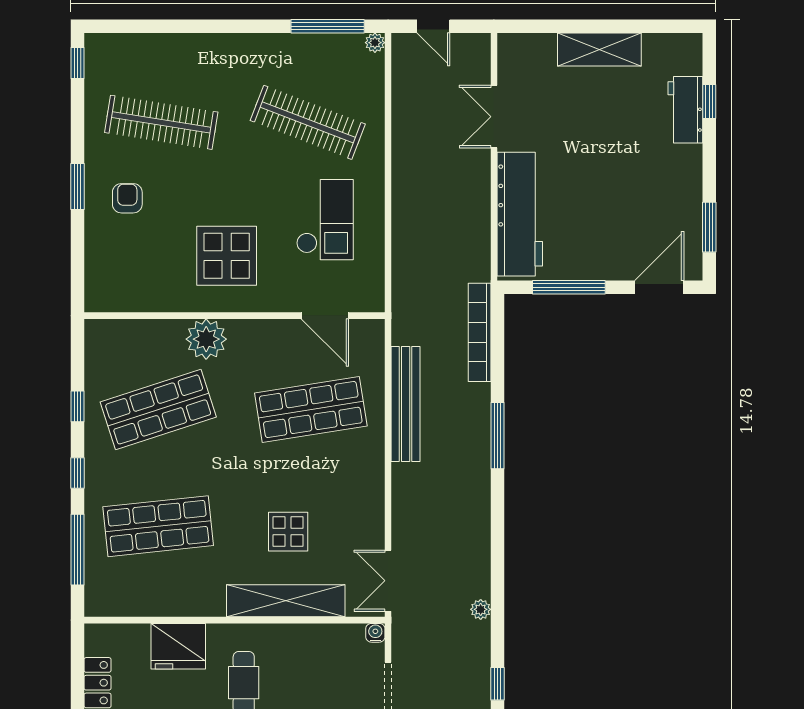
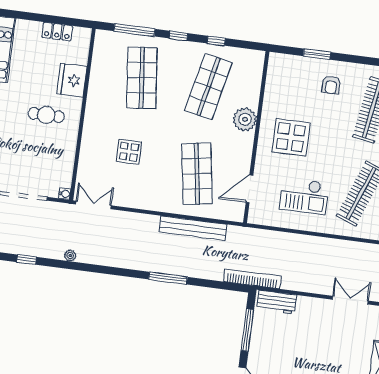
window: (77, 187) -> (317, 54), moved
armchair: (127, 198) -> (331, 85), turned 90
workbench: (520, 214) -> (277, 302), width x0.53, depth x0.76
bookcase: (480, 332) -> (252, 279), moved
shop shelf: (158, 409) -> (208, 87), turned 30
shelving: (286, 601) -> (90, 145), removed

